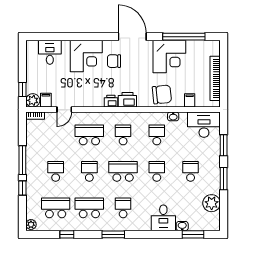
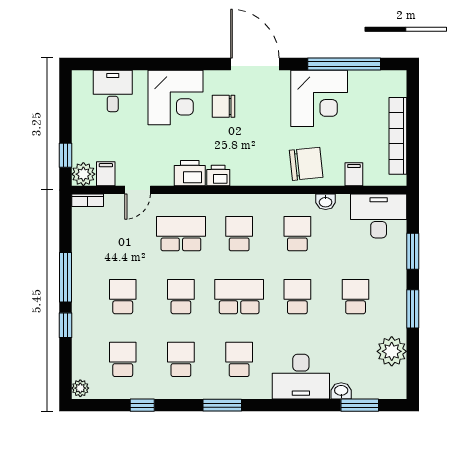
printer: (127, 100) -> (190, 173), moved
school desk: (56, 208) -> (123, 359), width x0.54
school desk: (89, 208) -> (181, 359), width x0.54
desk: (163, 218) -> (301, 377), width x1.37

